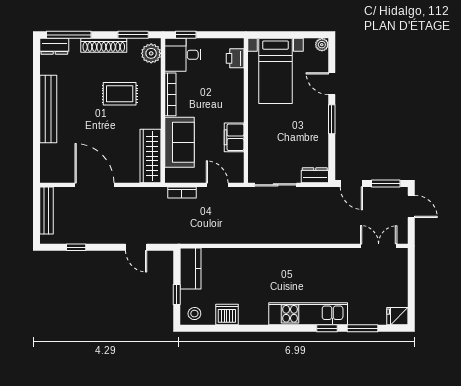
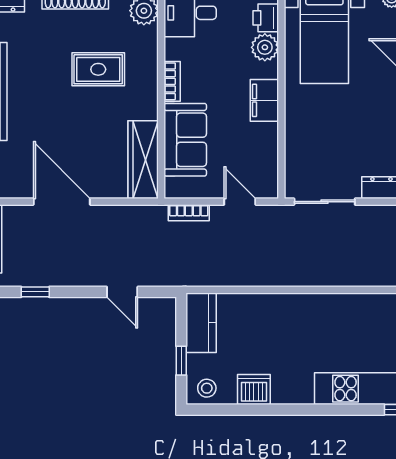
plant: (234, 79) -> (265, 47), added
bookcase: (170, 94) -> (172, 81), width x0.64
filing cabinet: (234, 137) -> (264, 100), moved

